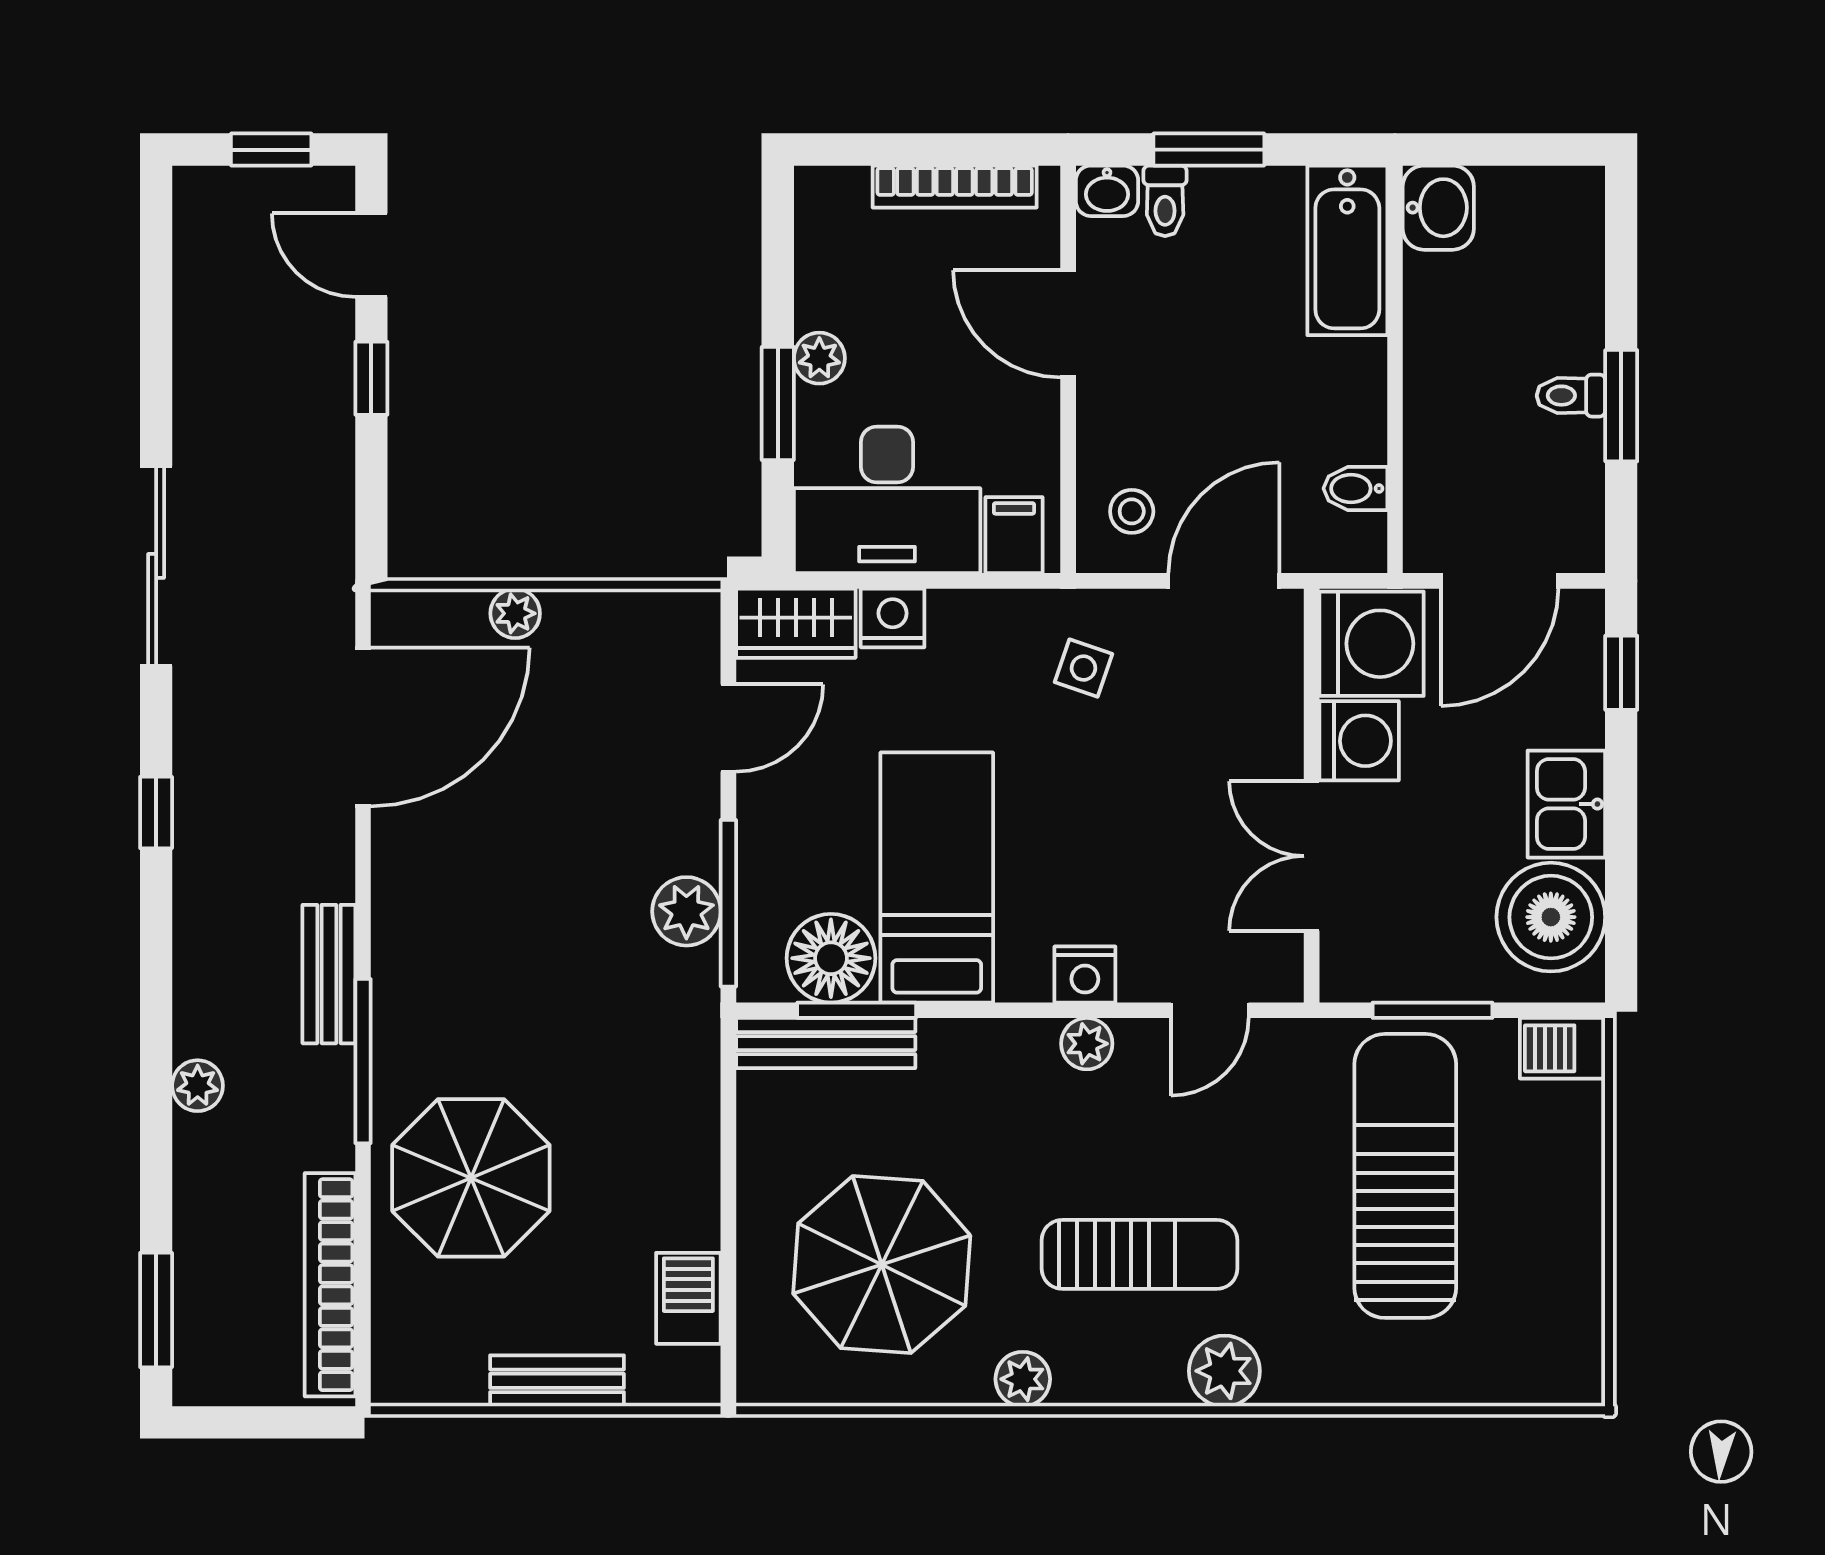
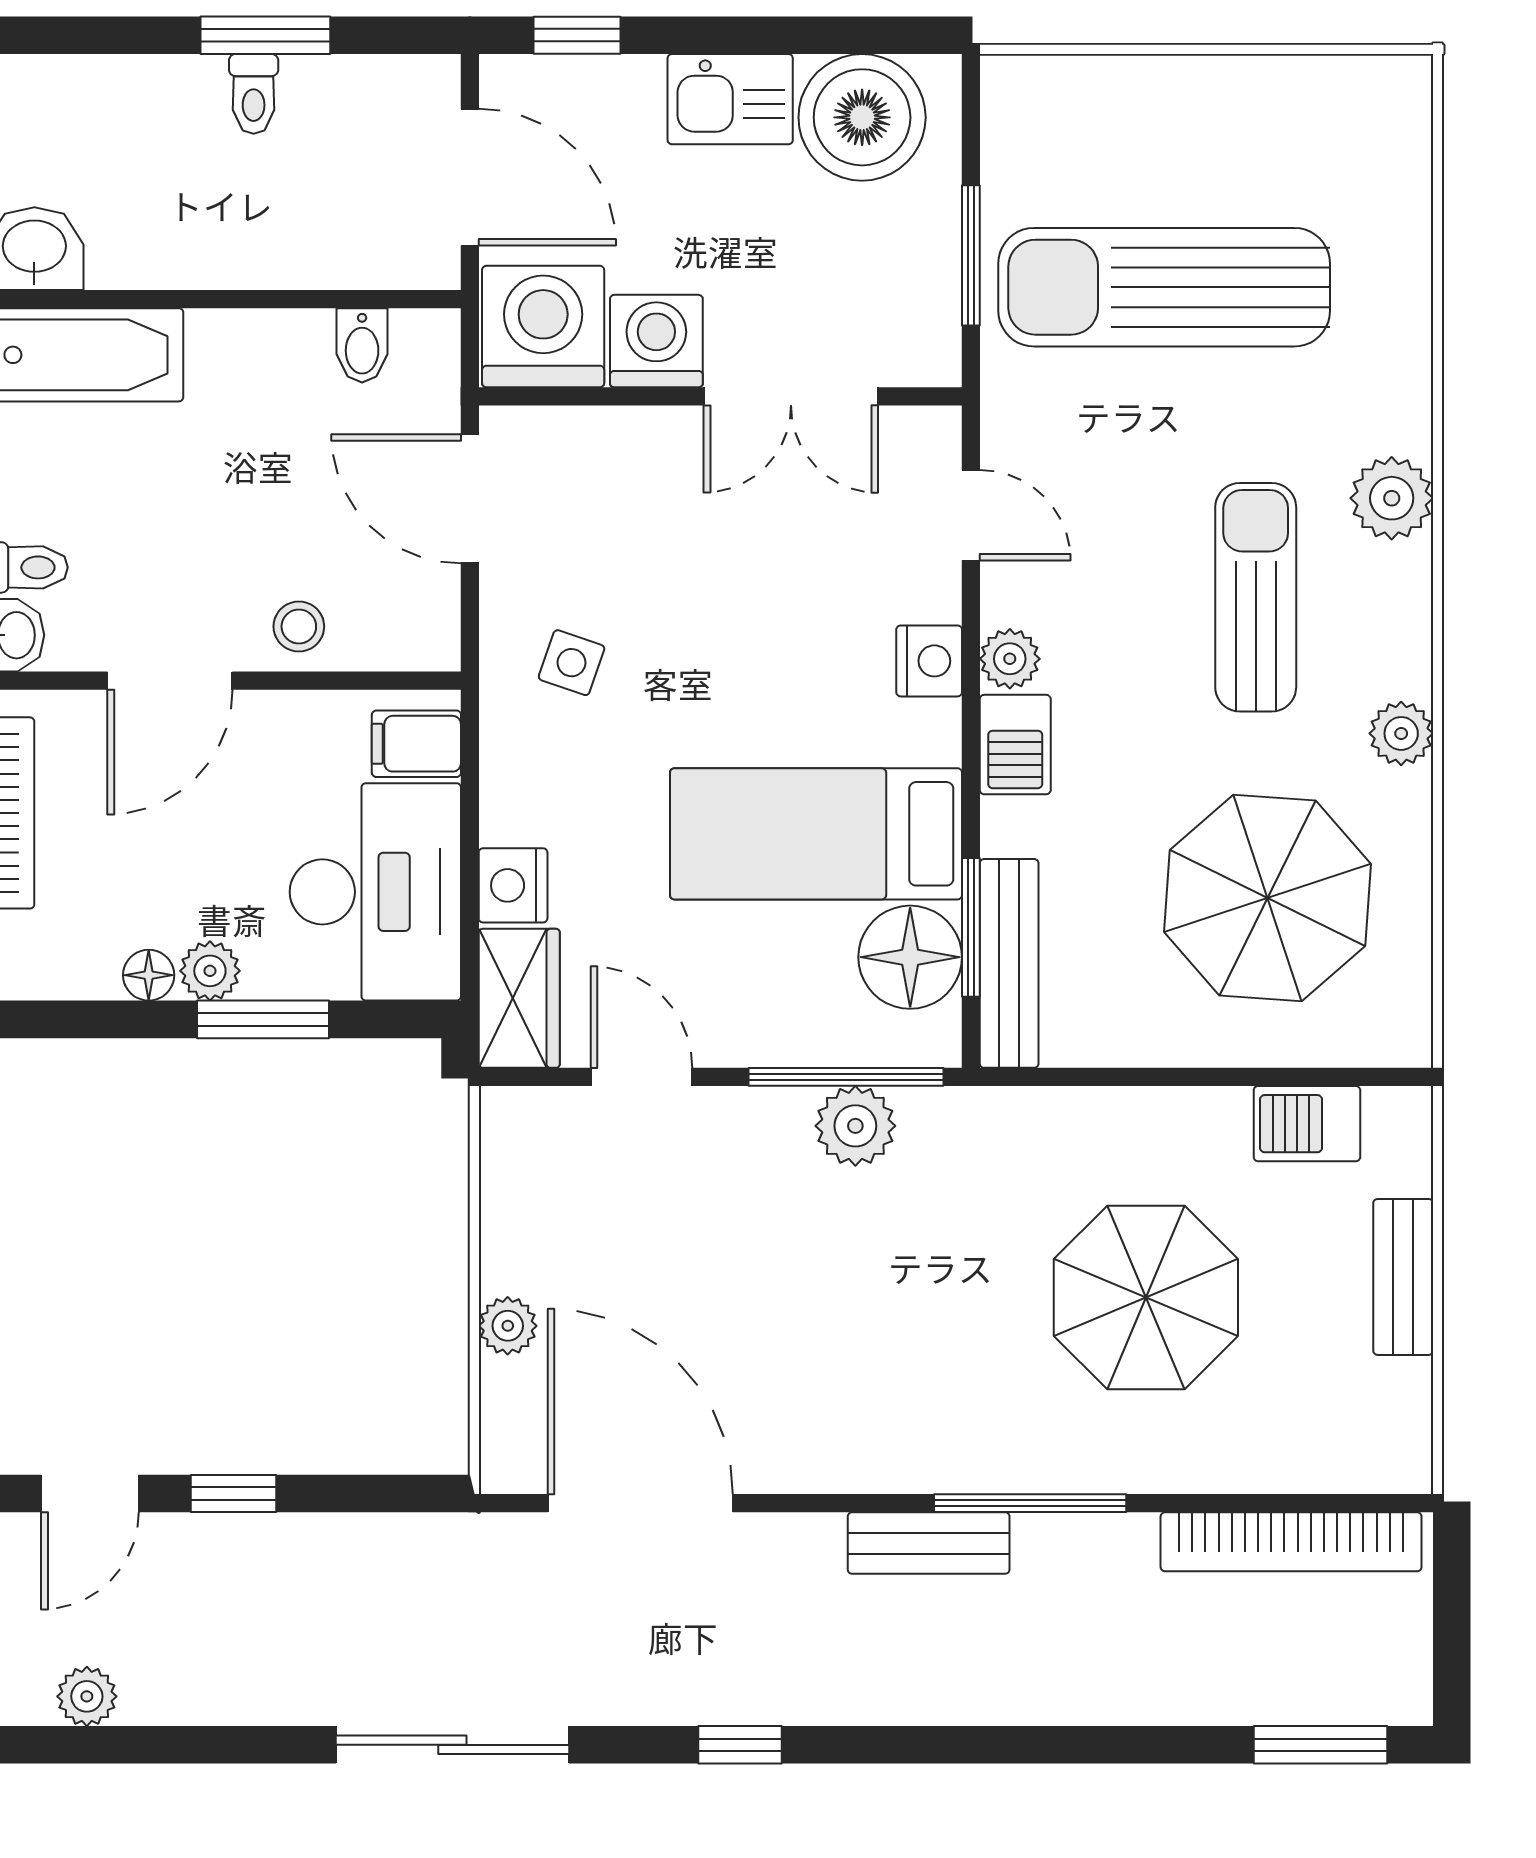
floor lamp: (816, 306) -> (149, 975), added
stool: (1132, 511) -> (299, 626), moved
barbecue: (1563, 1048) -> (1015, 745), moved
plant: (198, 1086) -> (87, 1696), moved
parasol: (471, 1178) -> (1146, 1297), moved

